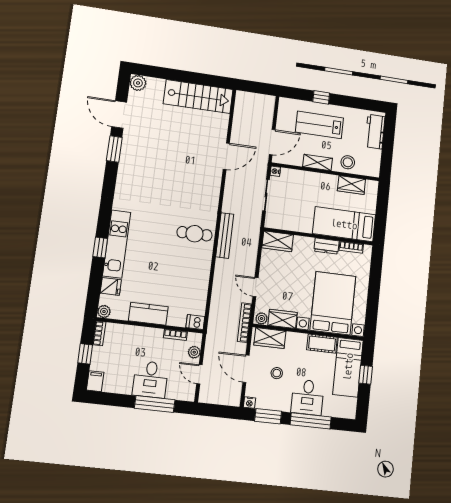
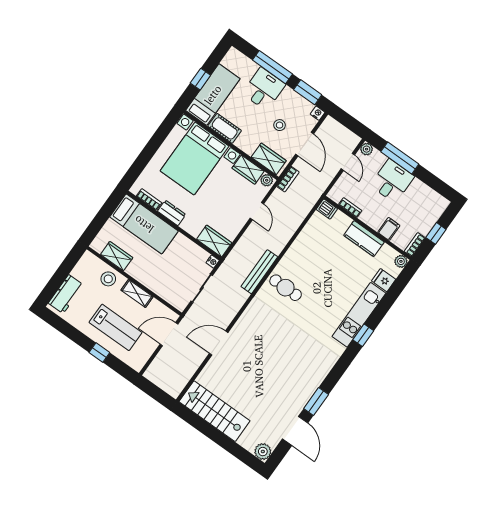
nightstand: (275, 171) -> (213, 262), moved
window: (100, 248) -> (363, 335), moved
bookcase: (244, 323) -> (288, 179), width x0.64
plant: (194, 352) -> (367, 149), moved
filing cabinet: (95, 381) -> (389, 229), moved, turned 180

